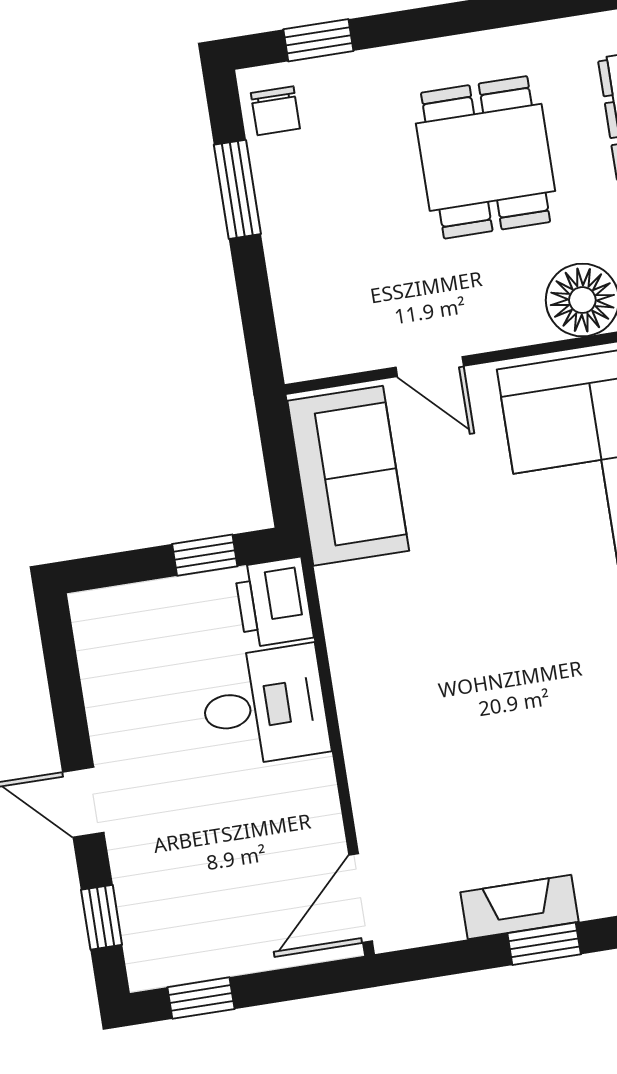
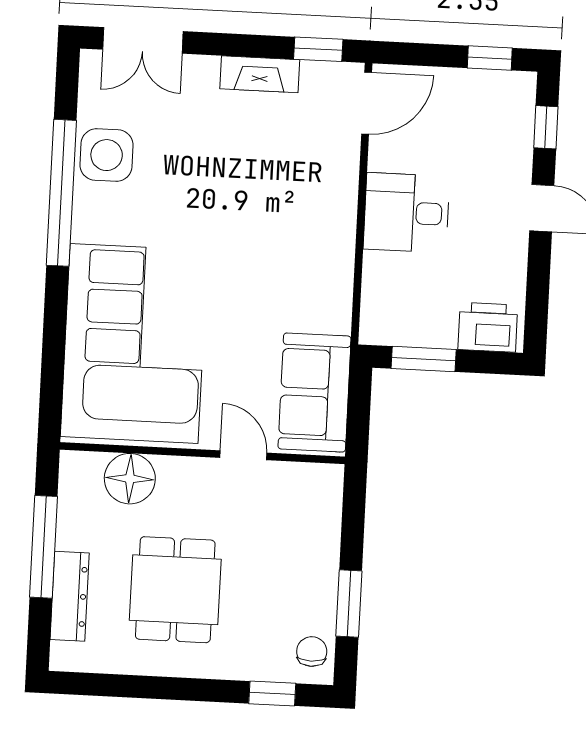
window: (205, 555) -> (424, 359), width x1.50
printer: (274, 602) -> (488, 327), moved, turned -90
desk: (264, 706) -> (406, 213), moved
window: (544, 944) -> (318, 49), moved

